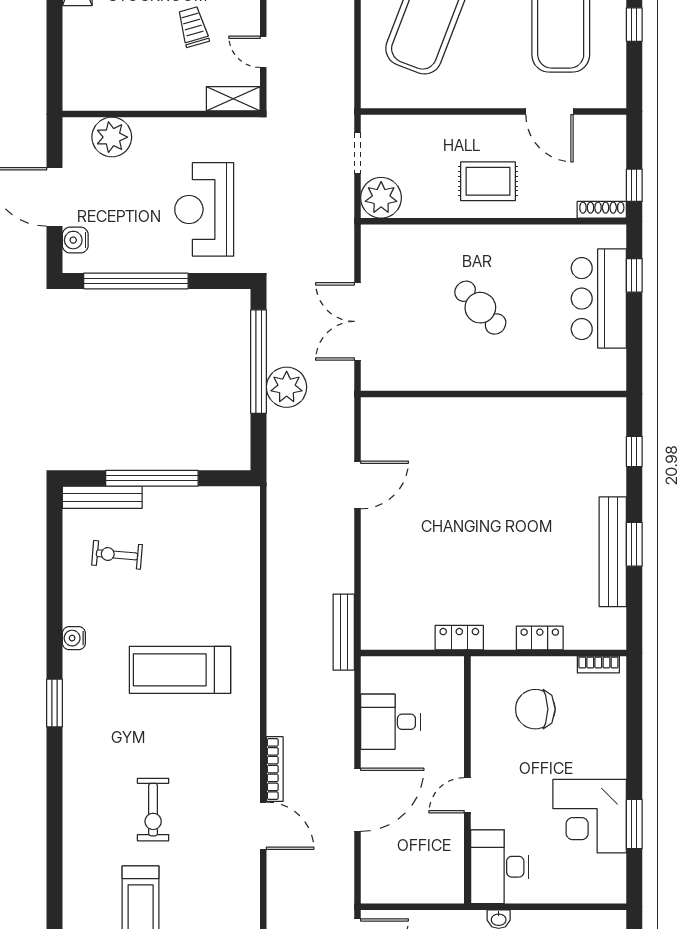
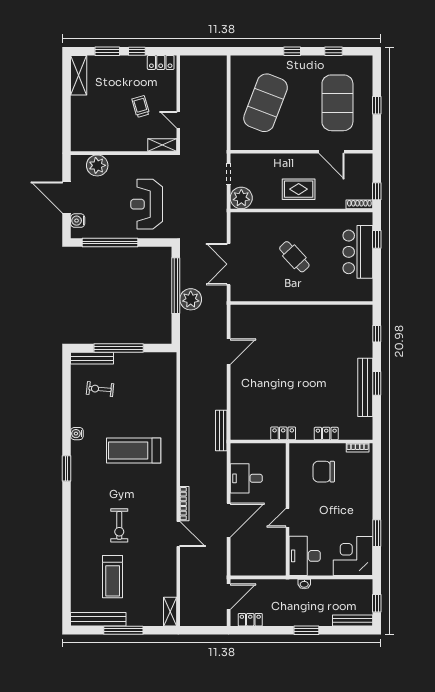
corner desk: (590, 816) -> (353, 556), moved, turned 90

